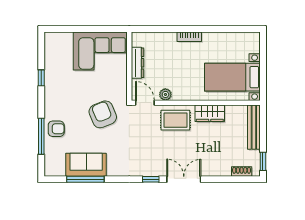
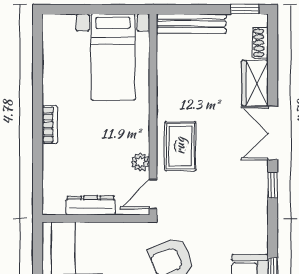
wardrobe: (210, 113) -> (255, 83), moved, turned 180

